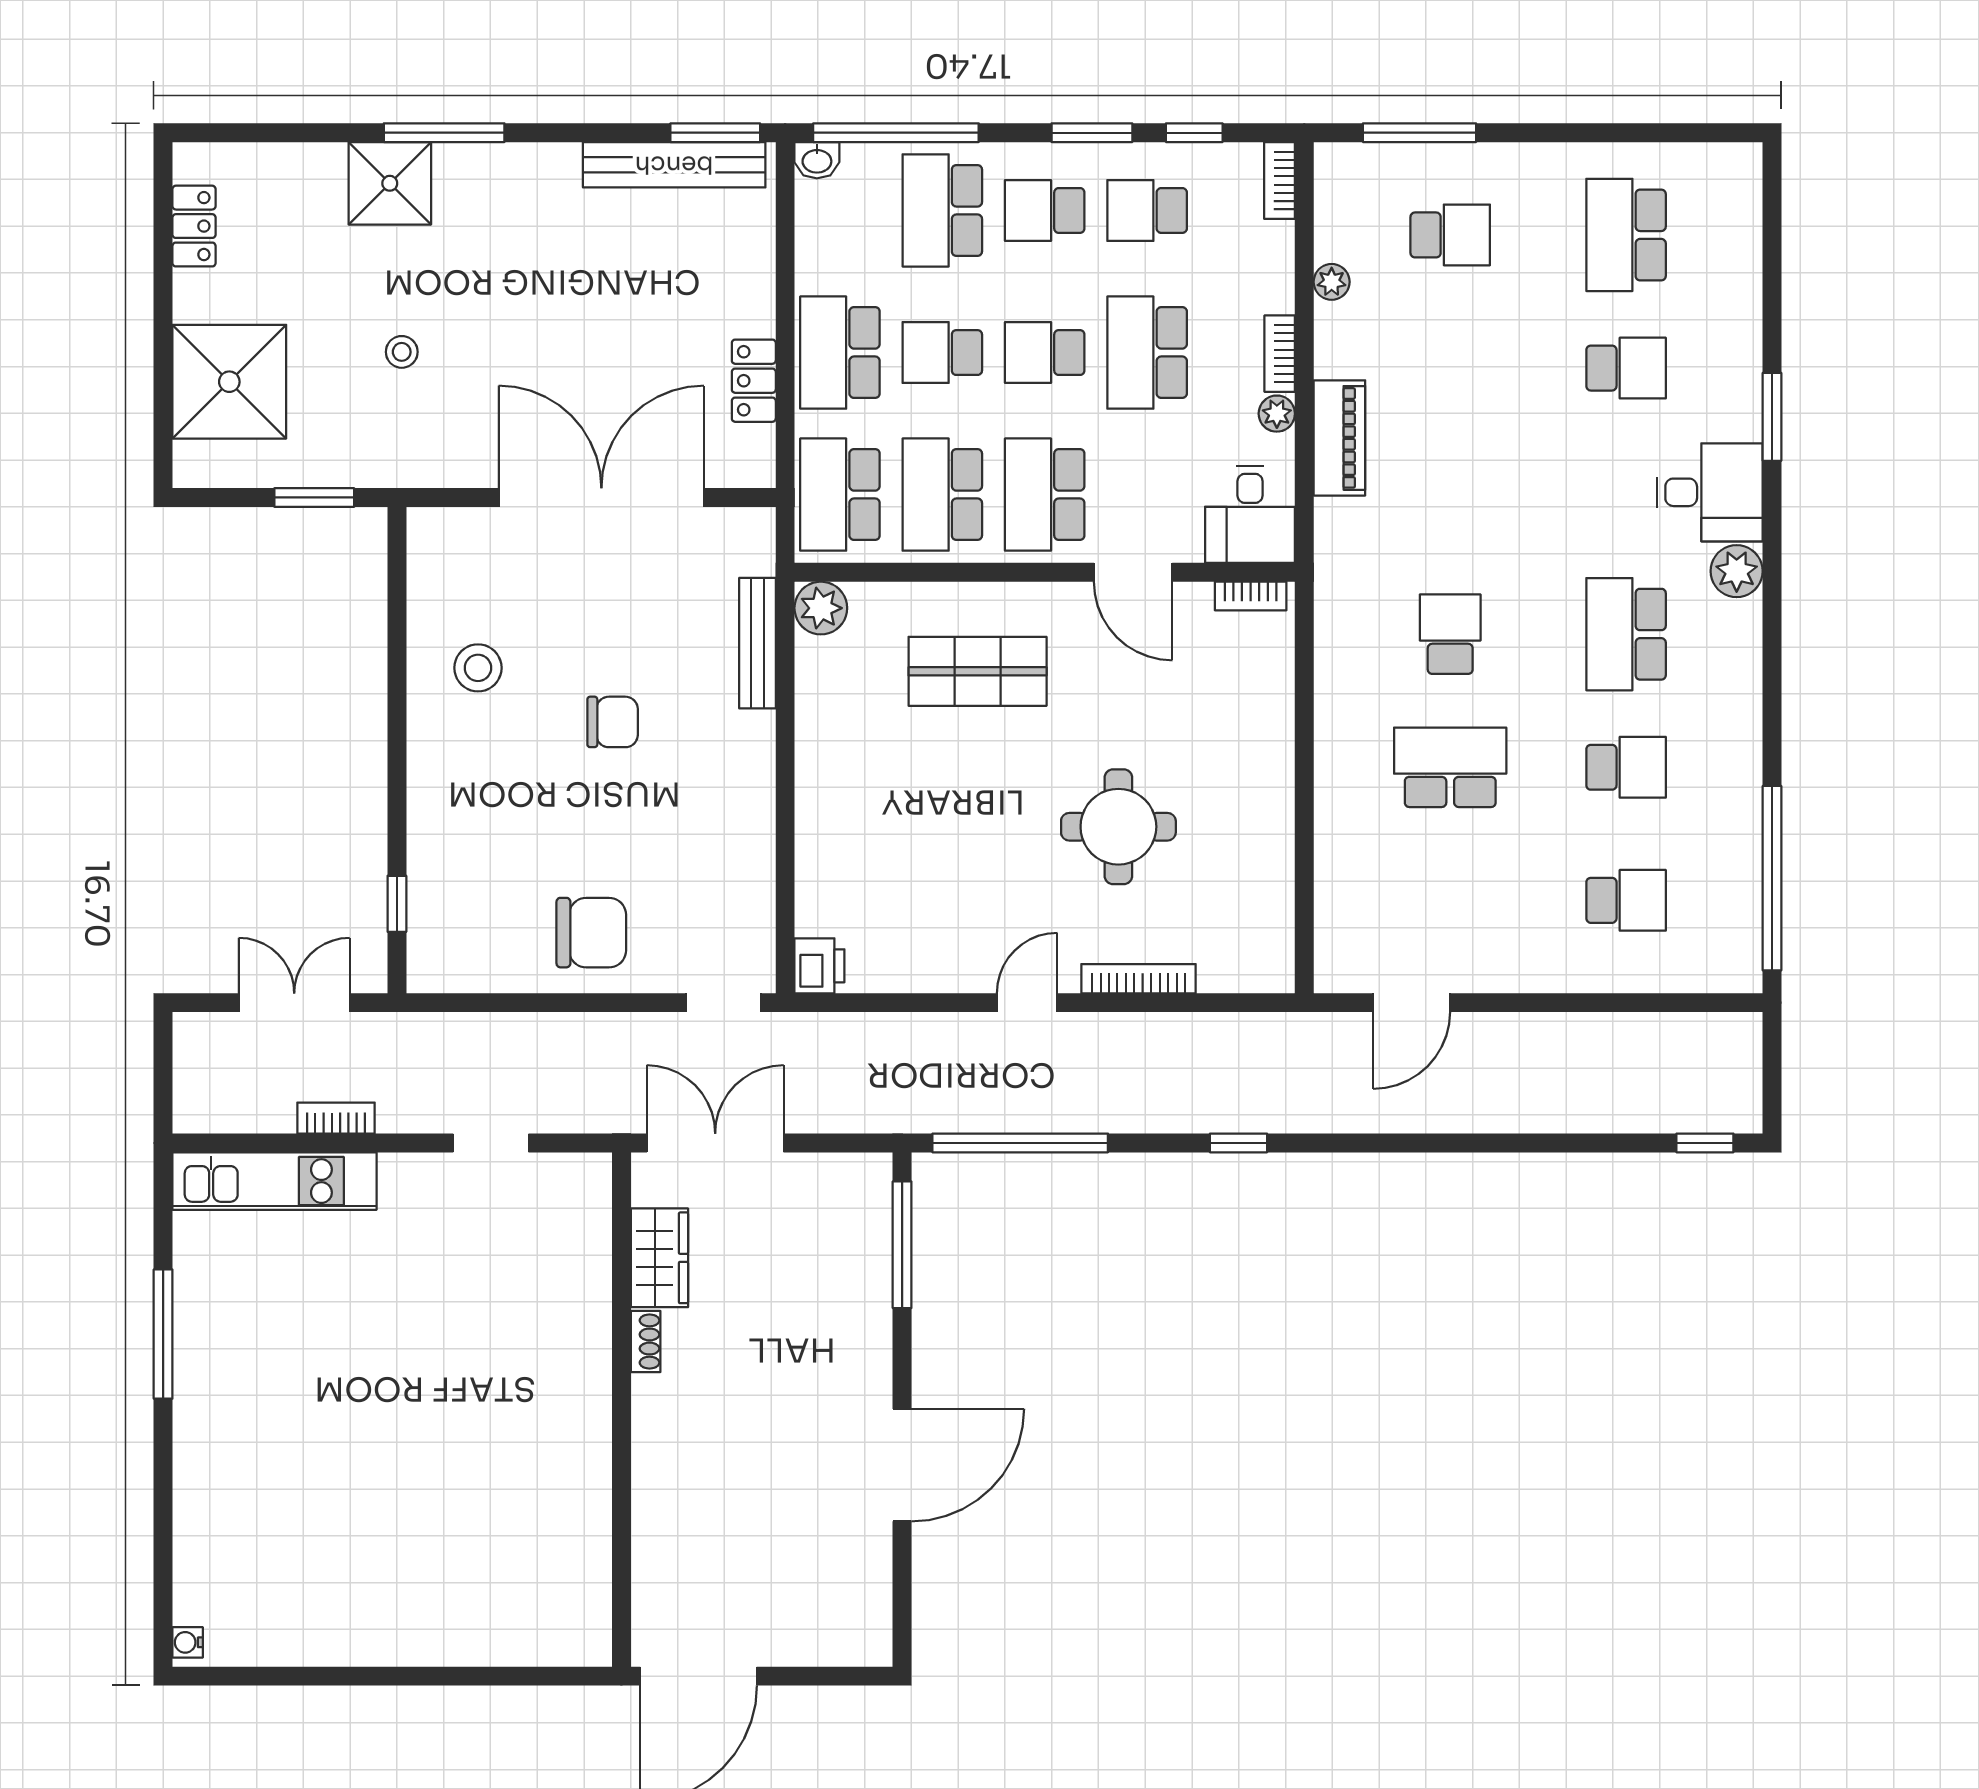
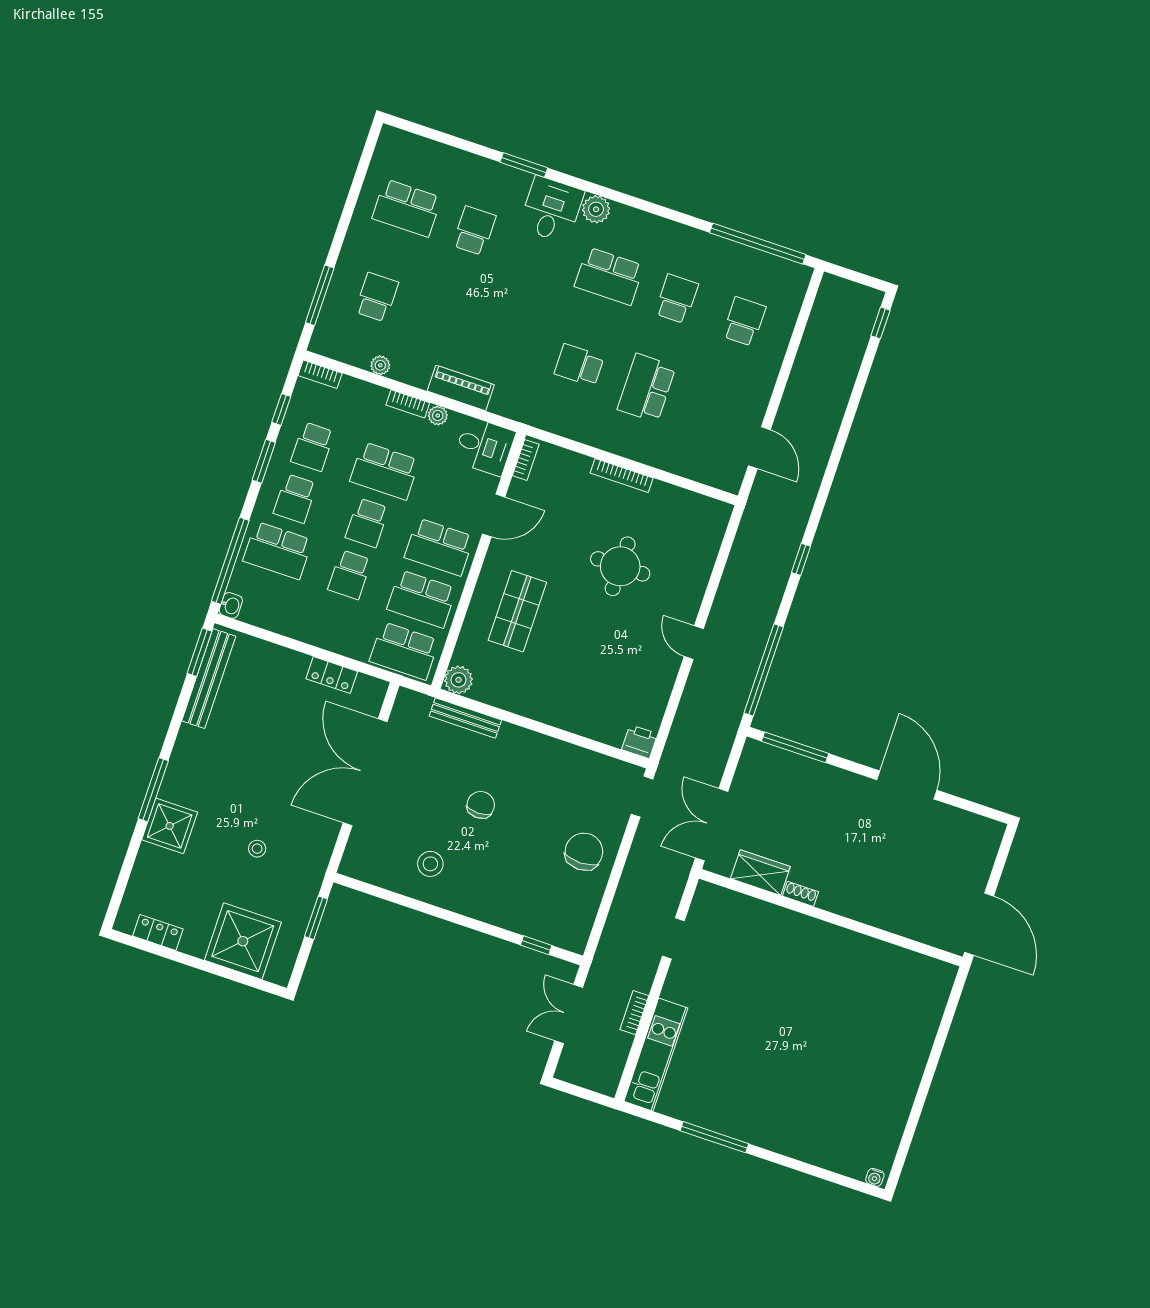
school desk: (840, 353) -> (332, 627), removed
bookcase: (1139, 979) -> (622, 475), moved, turned -90

